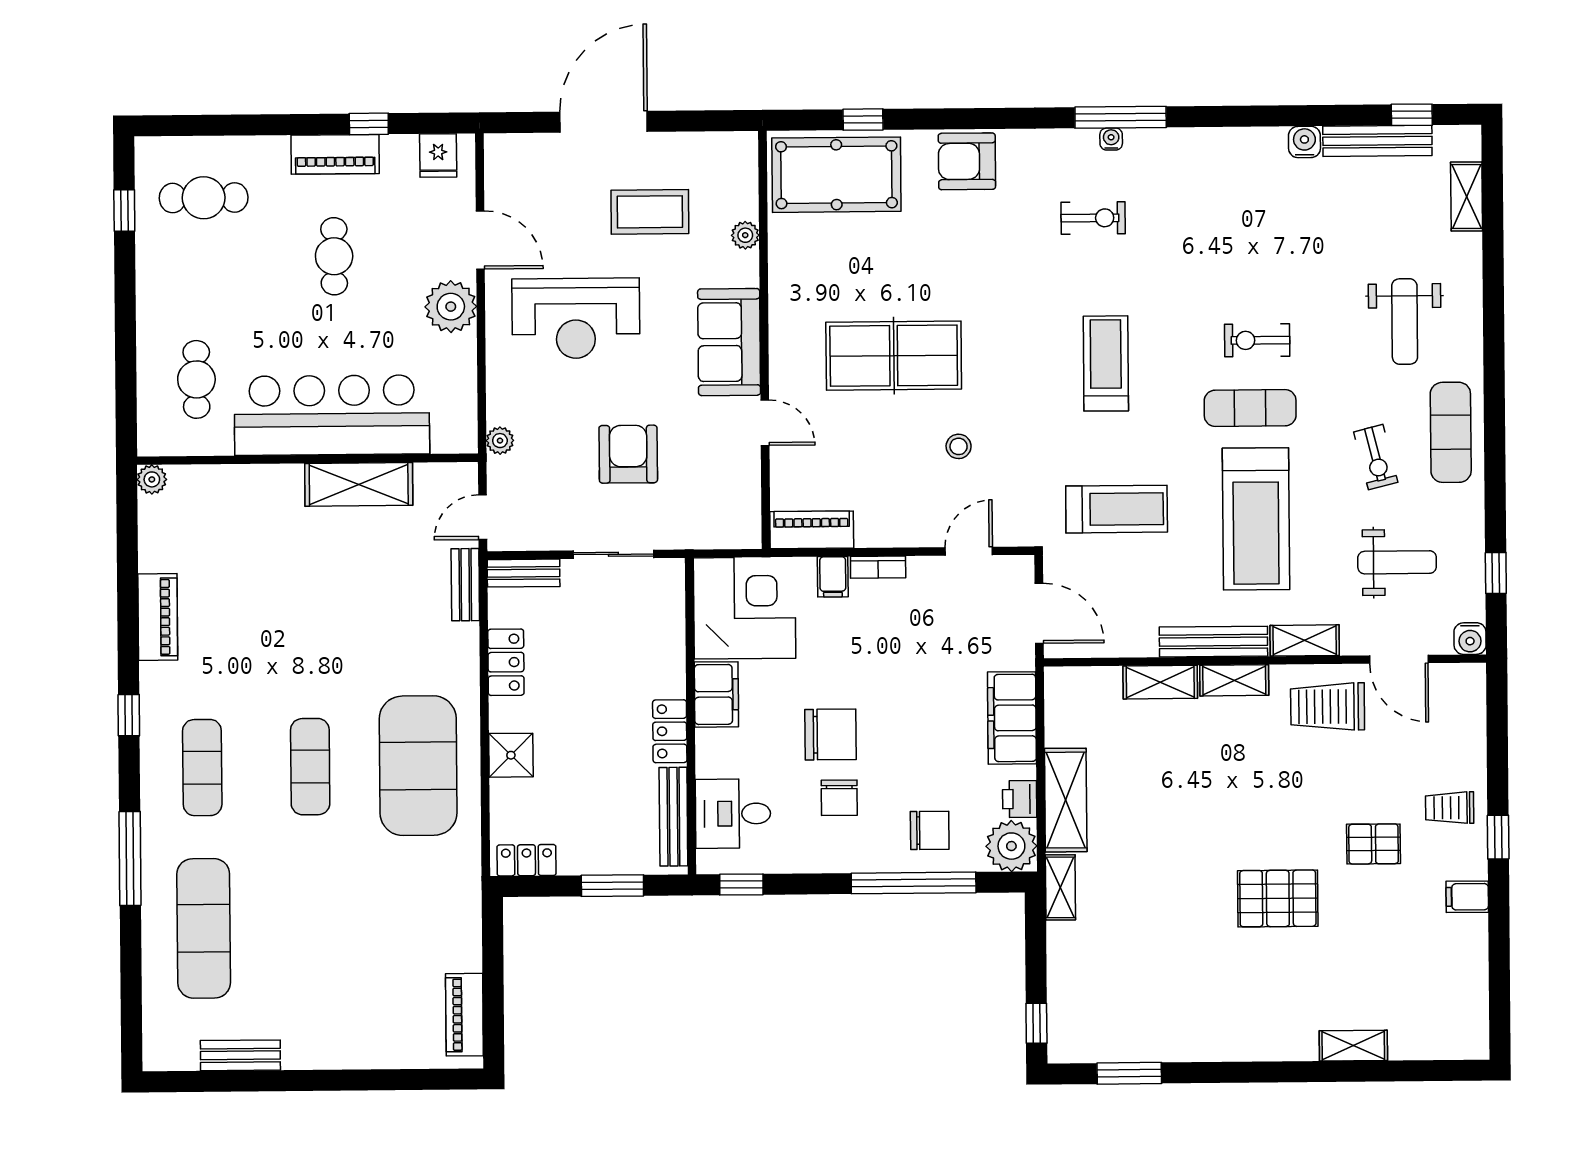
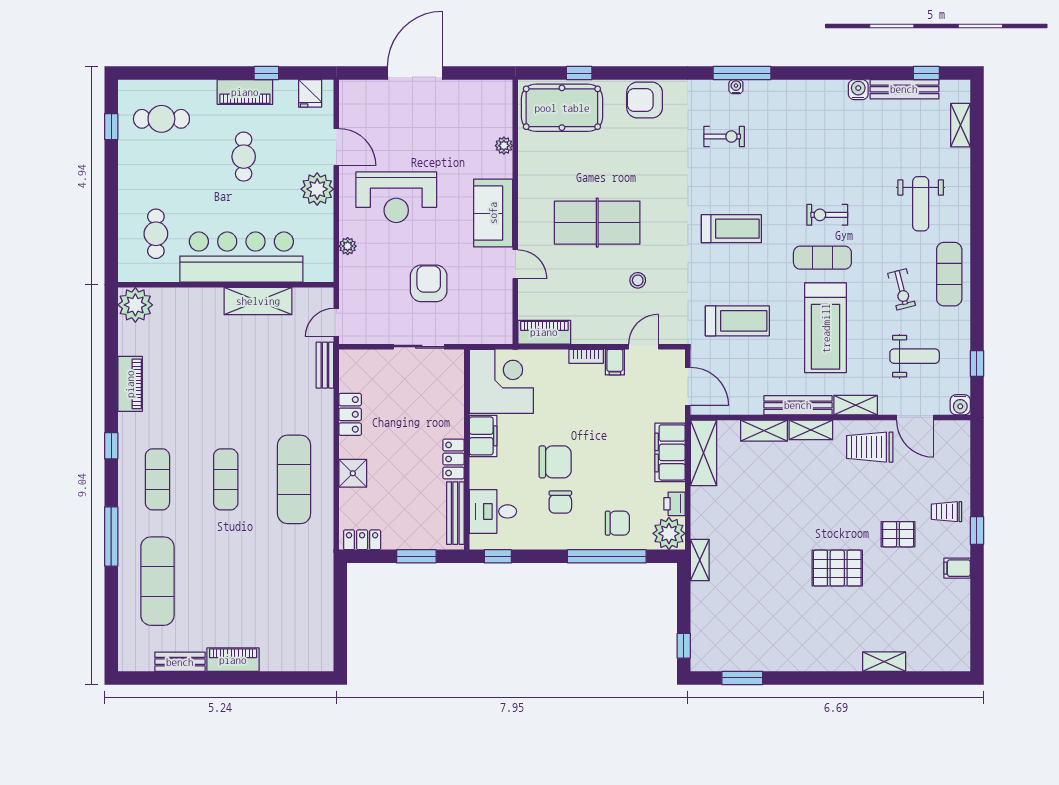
coffee table: (650, 212) -> (444, 130), removed
treadmill: (1106, 363) -> (731, 229), turned 90
plant: (500, 441) -> (348, 246), moved
plant: (152, 479) -> (135, 305), width x1.88, depth x1.88
bench: (524, 573) -> (362, 358), removed
filing cabinet: (833, 577) -> (615, 362), moved
exercise mat: (418, 766) -> (294, 479), width x0.68
shelving: (1066, 800) -> (704, 453), moved
piano: (464, 1015) -> (233, 660), moved, turned 90

